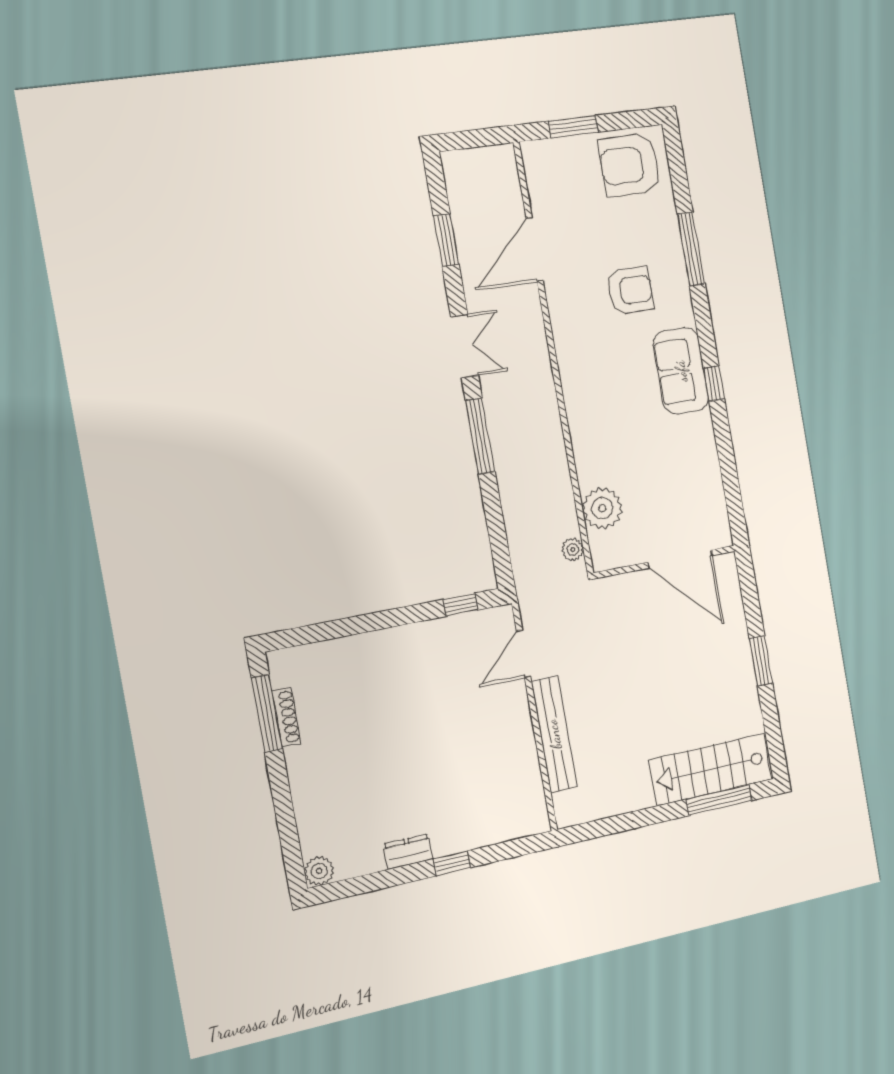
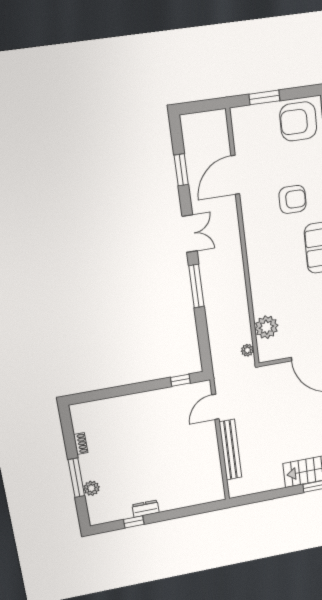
window: (267, 713) -> (76, 478), moved
shoe rack: (286, 717) -> (81, 444), width x0.70
window: (452, 863) -> (134, 522), moved
plant: (319, 871) -> (91, 488), moved

